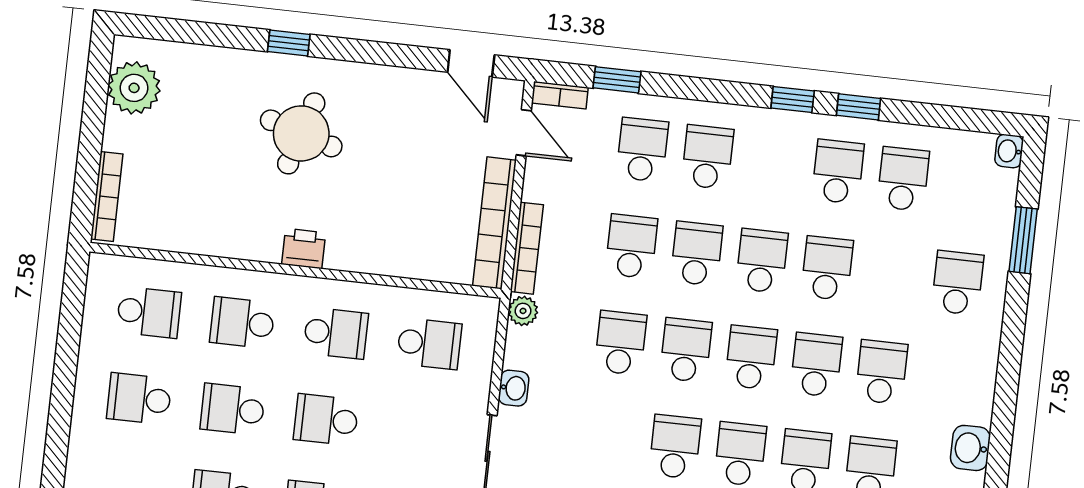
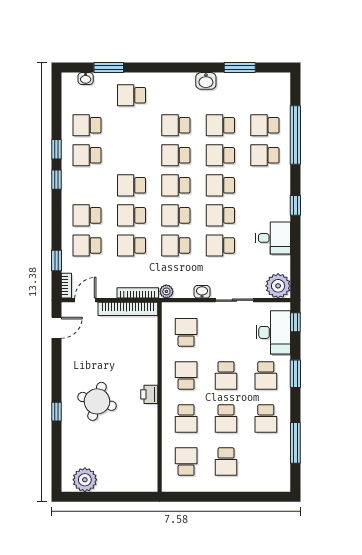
washbasin: (1009, 151) -> (86, 79), moved
bookcase: (107, 197) -> (136, 487), removed
school desk: (827, 268) -> (220, 245), moved

